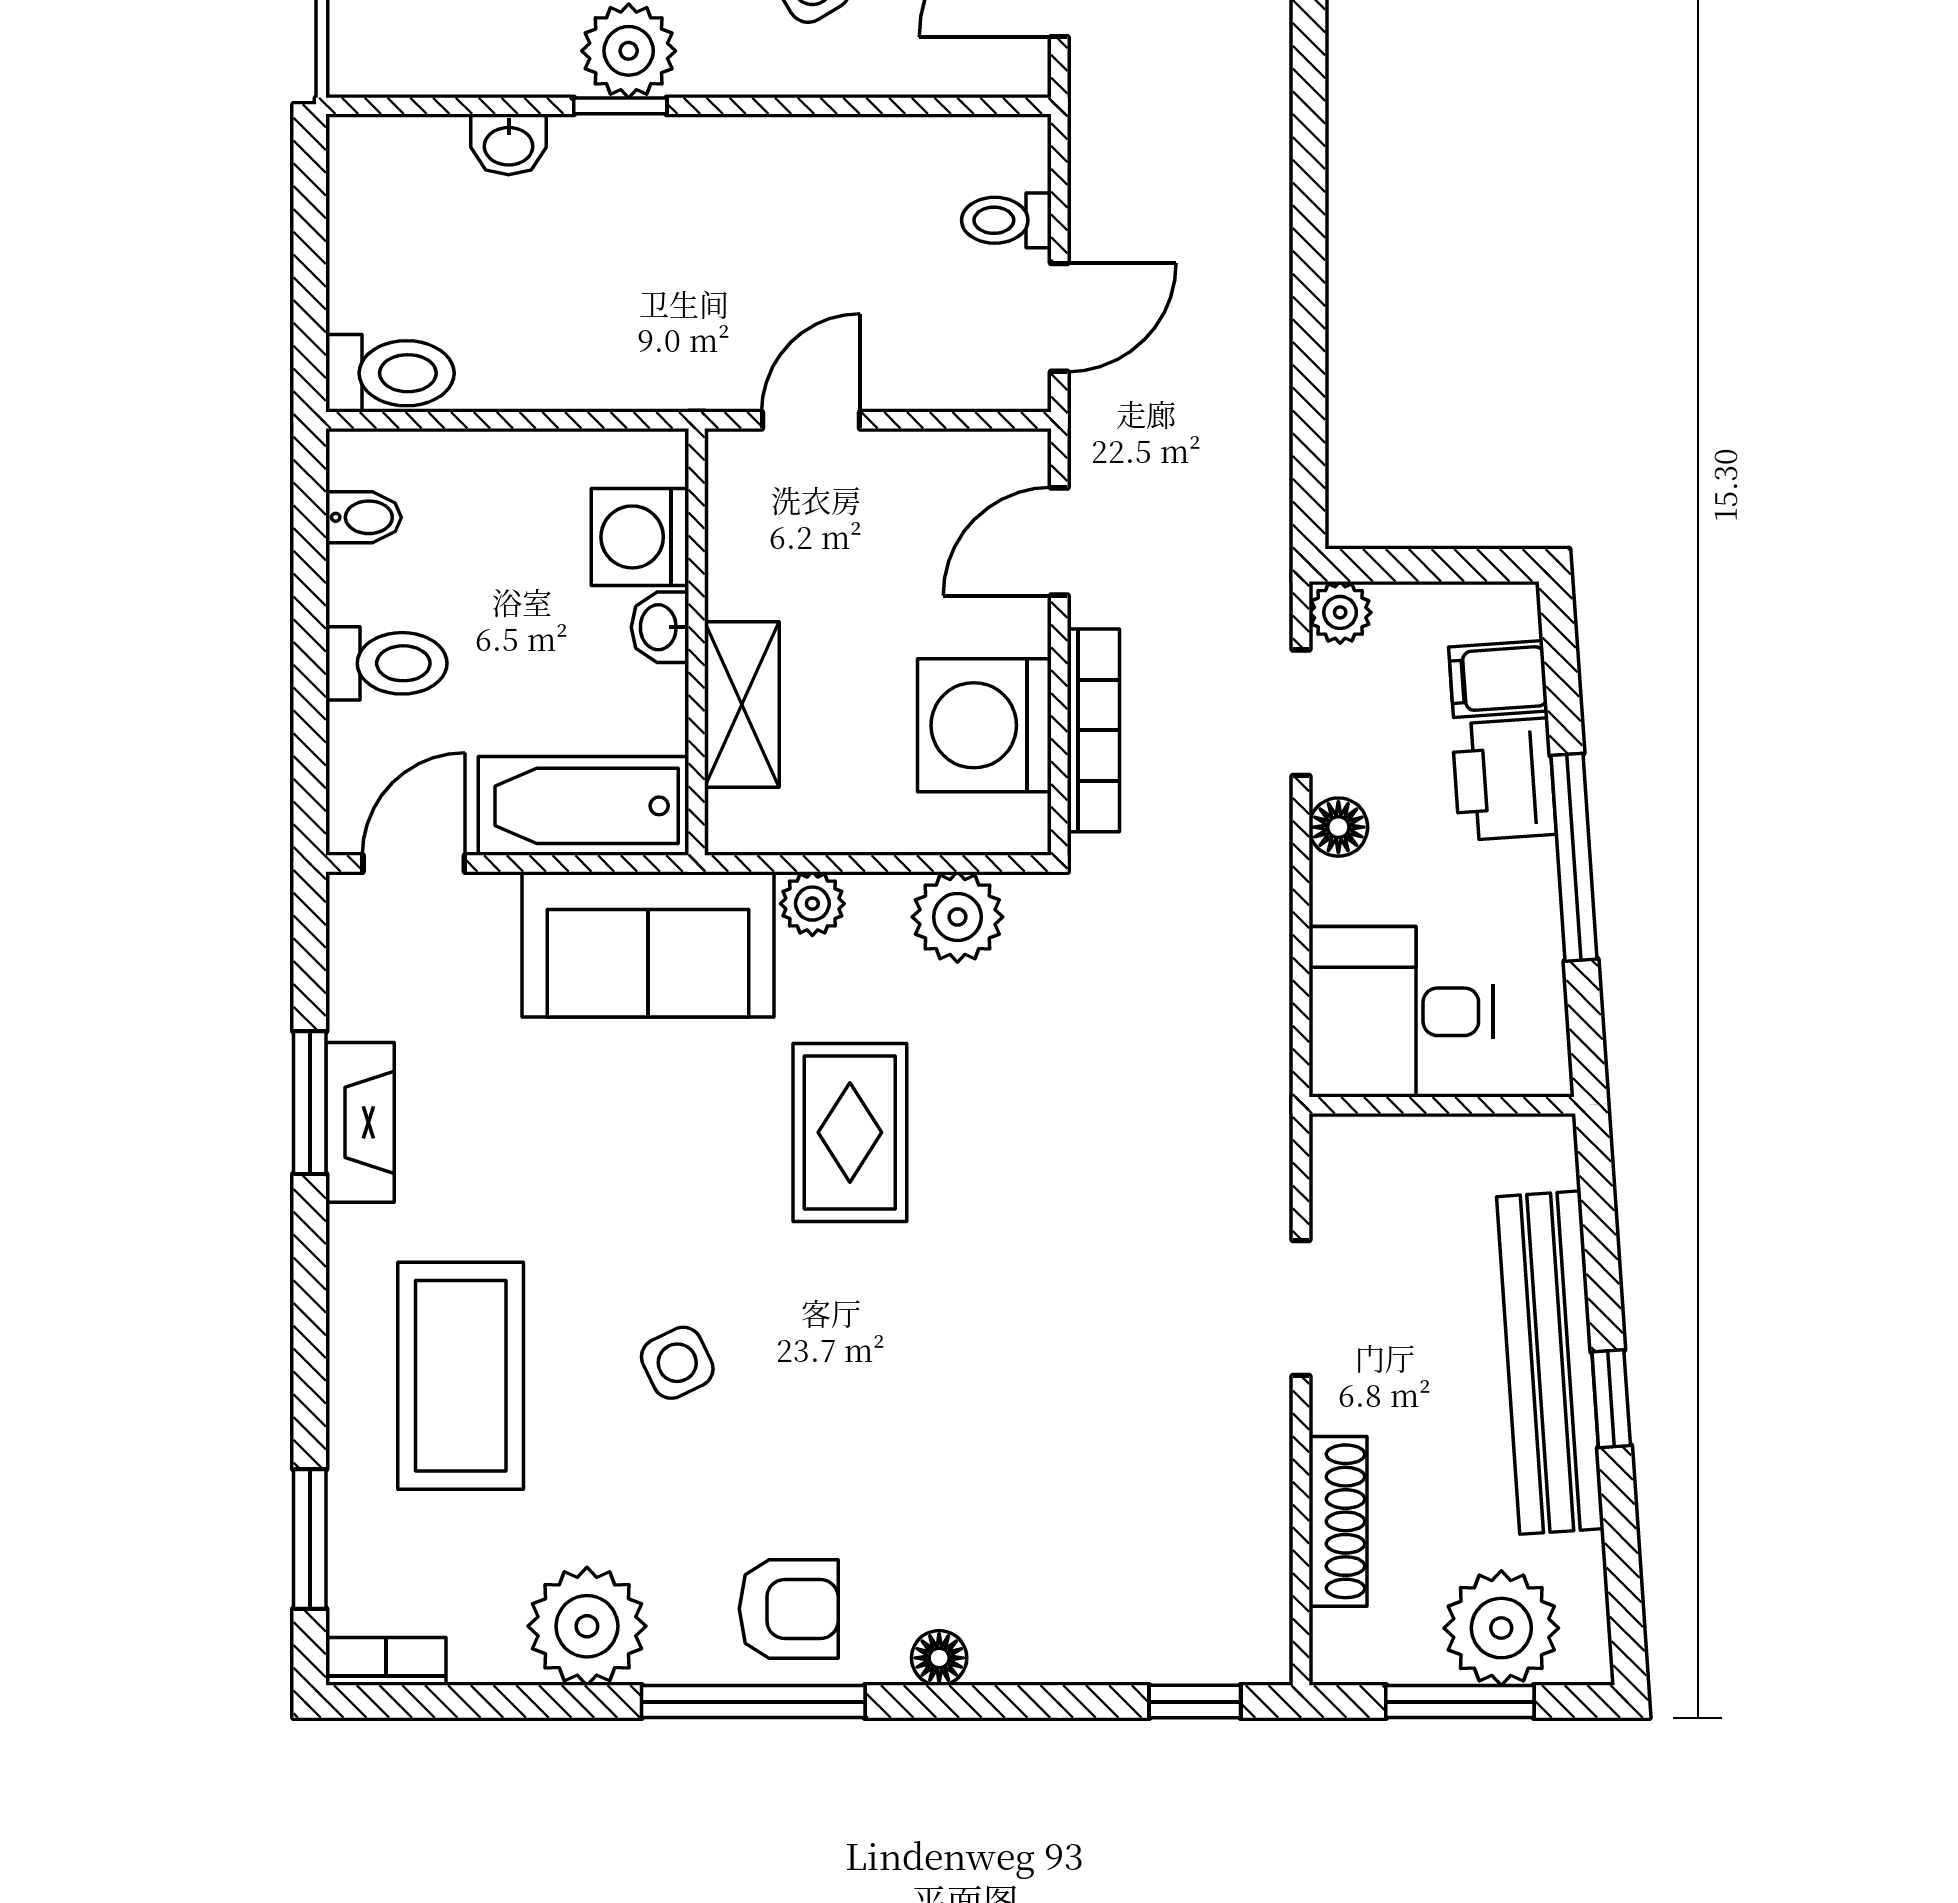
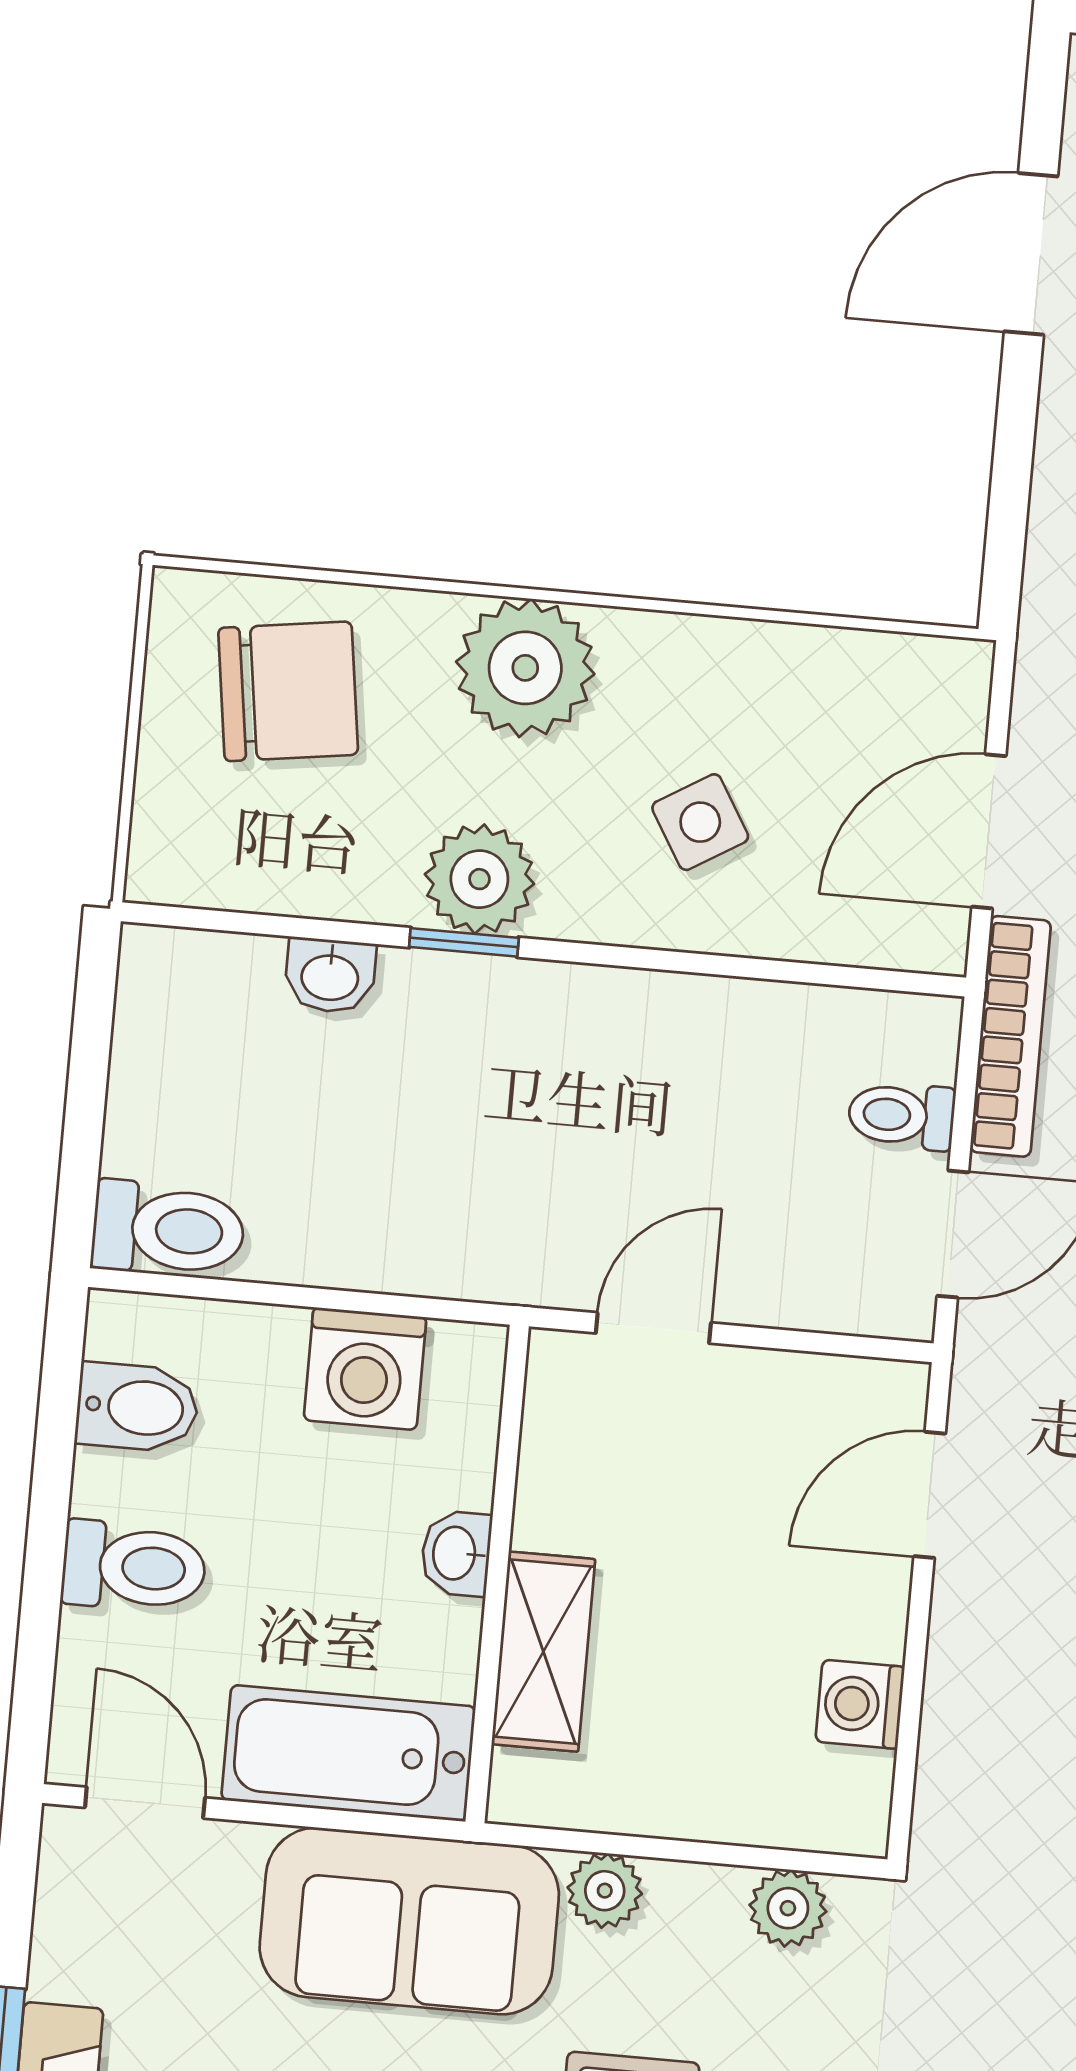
bidet: (364, 517) -> (137, 1407), width x1.38, depth x1.36
washing machine: (640, 537) -> (365, 1369), moved, turned -90
washing machine: (984, 725) -> (860, 1704), width x0.53, depth x0.53
bookcase: (1093, 730) -> (1010, 1036), moved
door: (414, 863) -> (145, 1803), hinge flipped
plant: (957, 917) -> (788, 1908), width x0.73, depth x0.73

